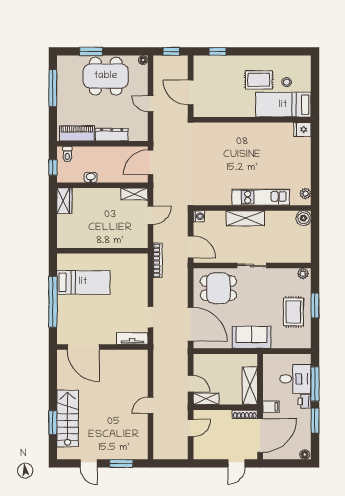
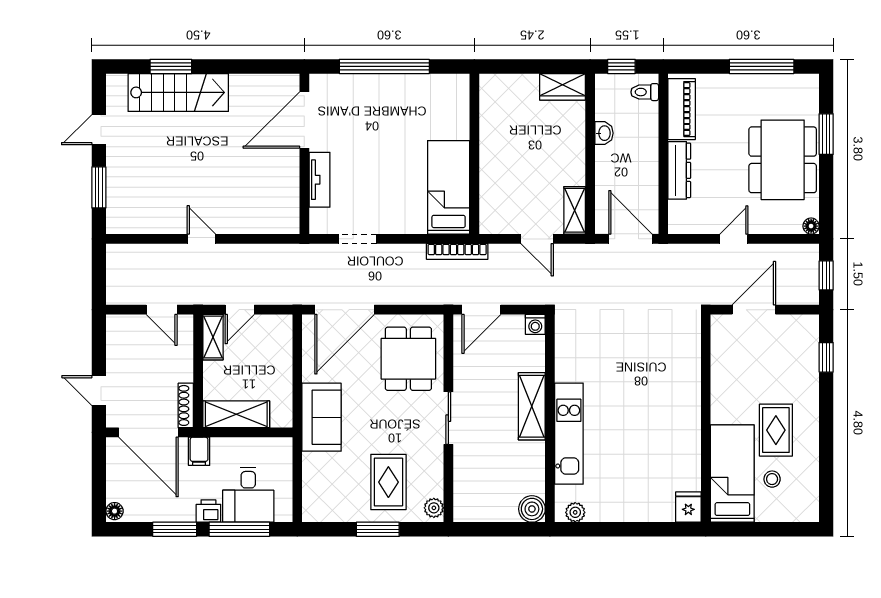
bed: (83, 282) -> (449, 187), moved, turned 180
rug: (293, 312) -> (388, 482), moved, turned 90
tv unit: (132, 338) -> (320, 180), moved

